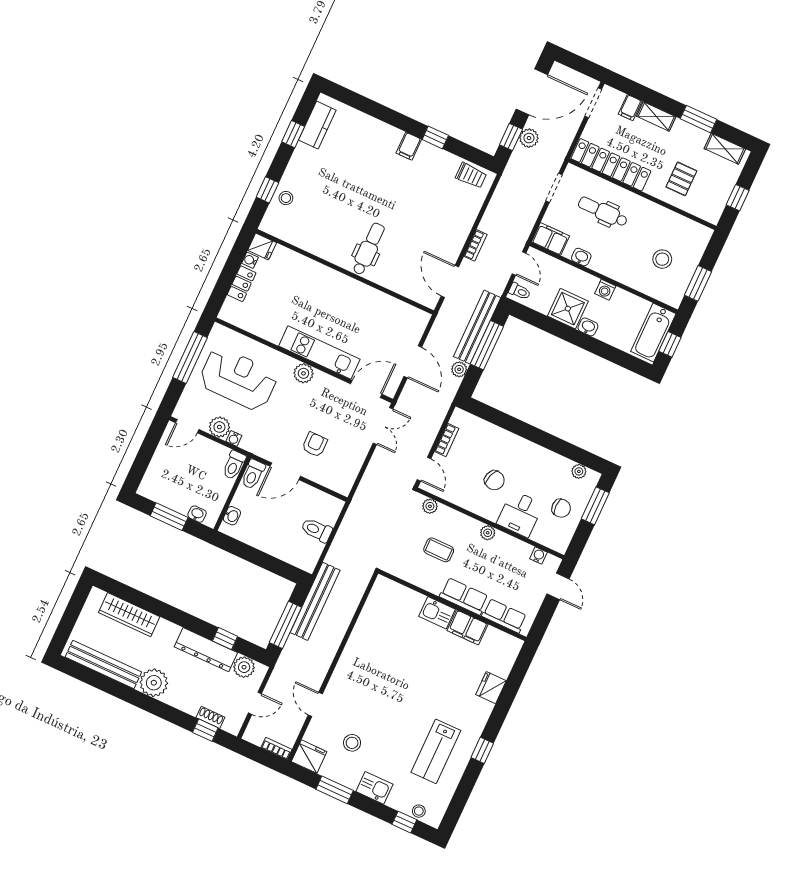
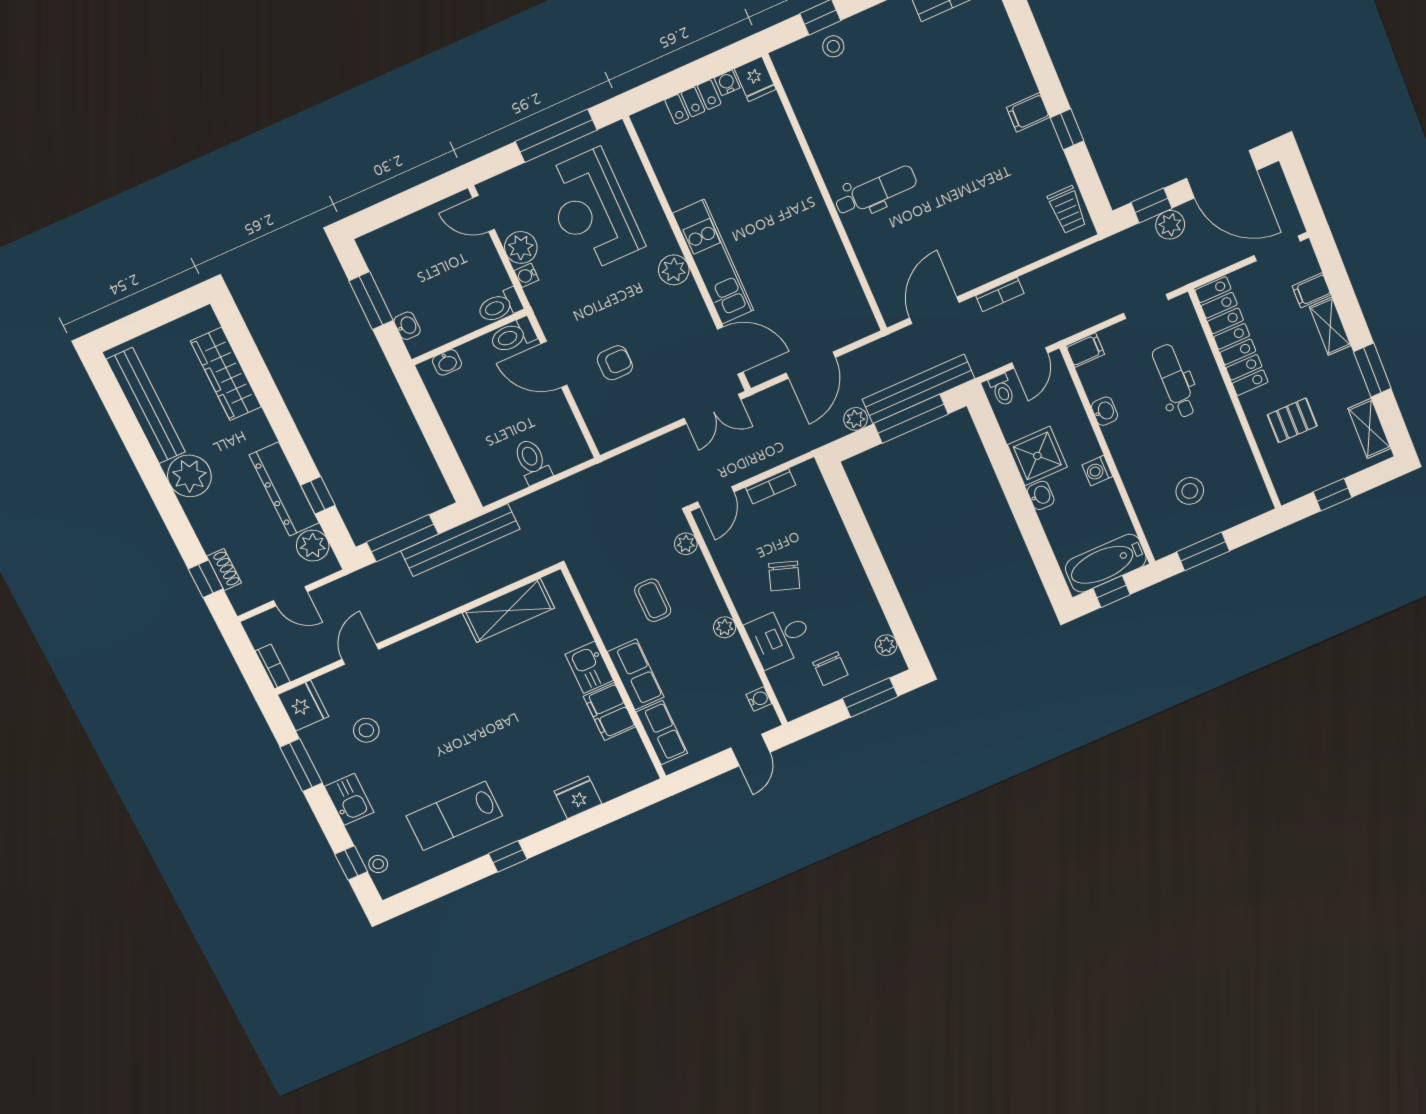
filing cabinet: (551, 239) -> (1085, 350), width x0.50
reception desk: (238, 379) -> (592, 210), turned 180
shelving: (370, 618) -> (508, 610), added

